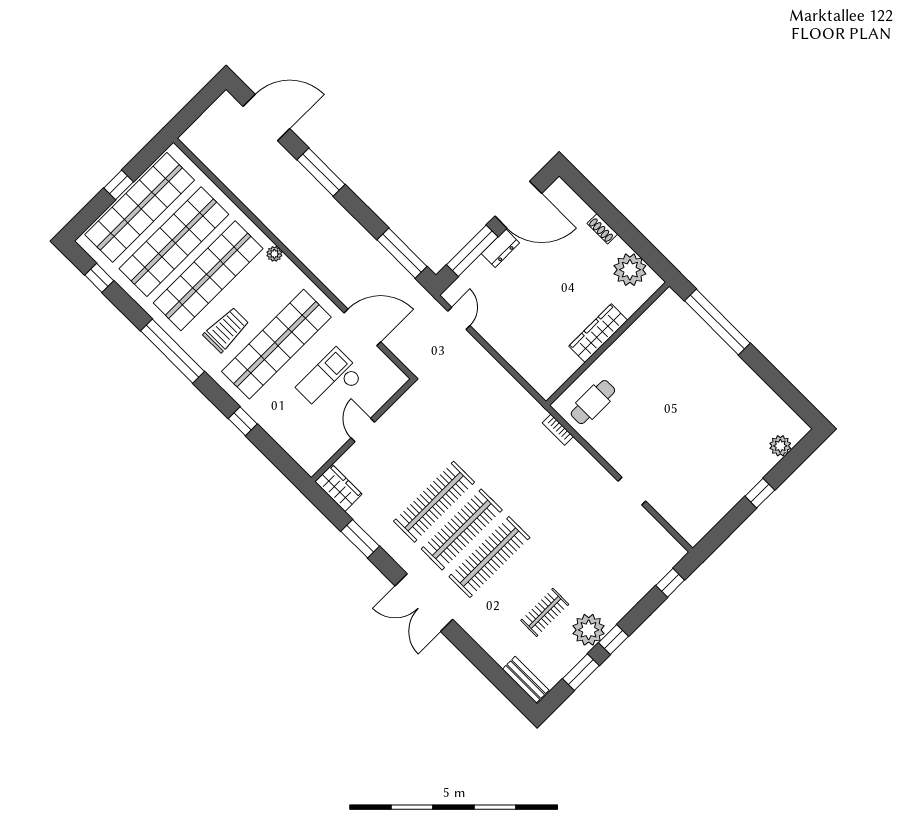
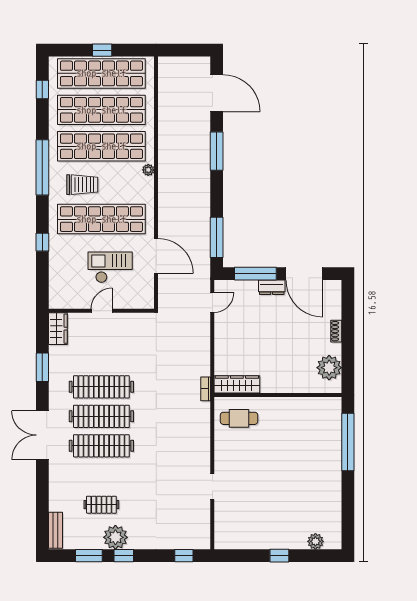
wardrobe: (598, 333) -> (237, 384), moved
bookcase: (558, 430) -> (206, 389), moved

